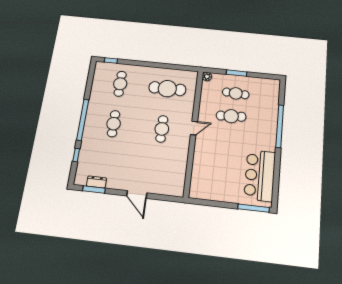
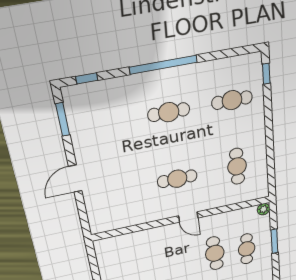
cafe table: (167, 89) -> (237, 166), width x0.73, depth x0.74
window: (76, 155) -> (87, 78), moved
dresser: (96, 182) -> (75, 119), removed

